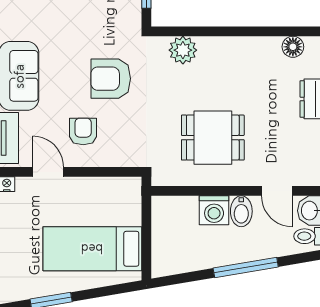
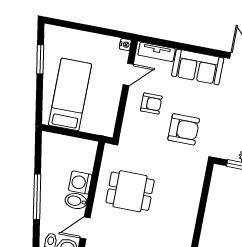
plant: (183, 50) -> (194, 182), removed
armchair: (111, 79) -> (184, 129), turned 90
dining table: (213, 138) -> (130, 191), turned 90

